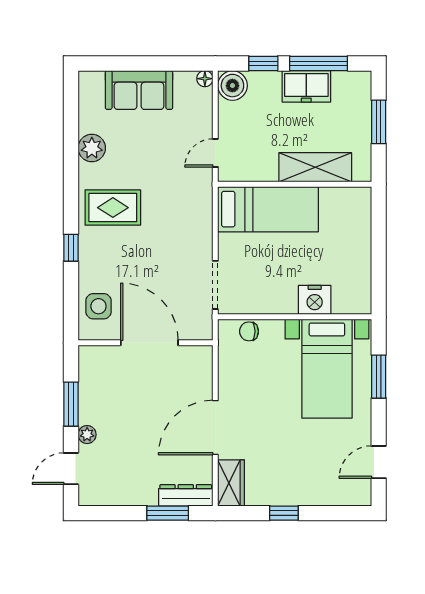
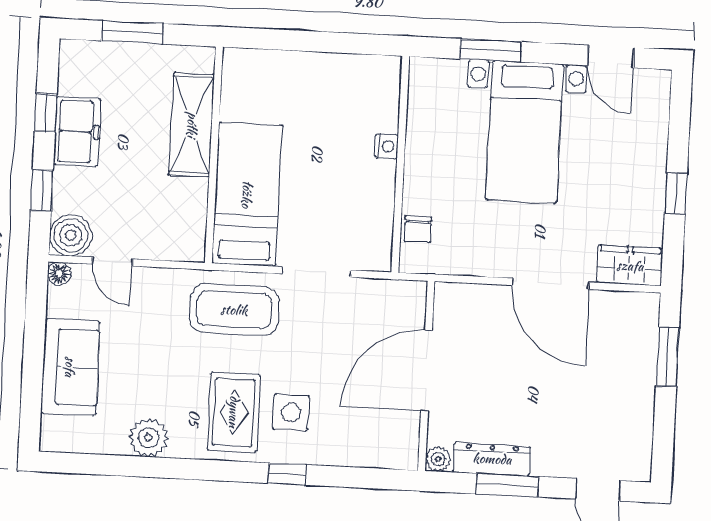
window: (319, 63) -> (46, 113), width x0.46
door: (215, 153) -> (112, 262), moved
coffee table: (186, 204) -> (234, 310), added
doorway: (215, 285) -> (316, 272), moved
nightstand: (315, 300) -> (386, 146), width x0.53, depth x0.56
side table: (98, 306) -> (291, 412), moved
bed with nightstands: (327, 369) -> (524, 132), moved, turned 90
plant: (87, 435) -> (438, 459), moved
dresser: (186, 495) -> (492, 459), moved, turned 90

